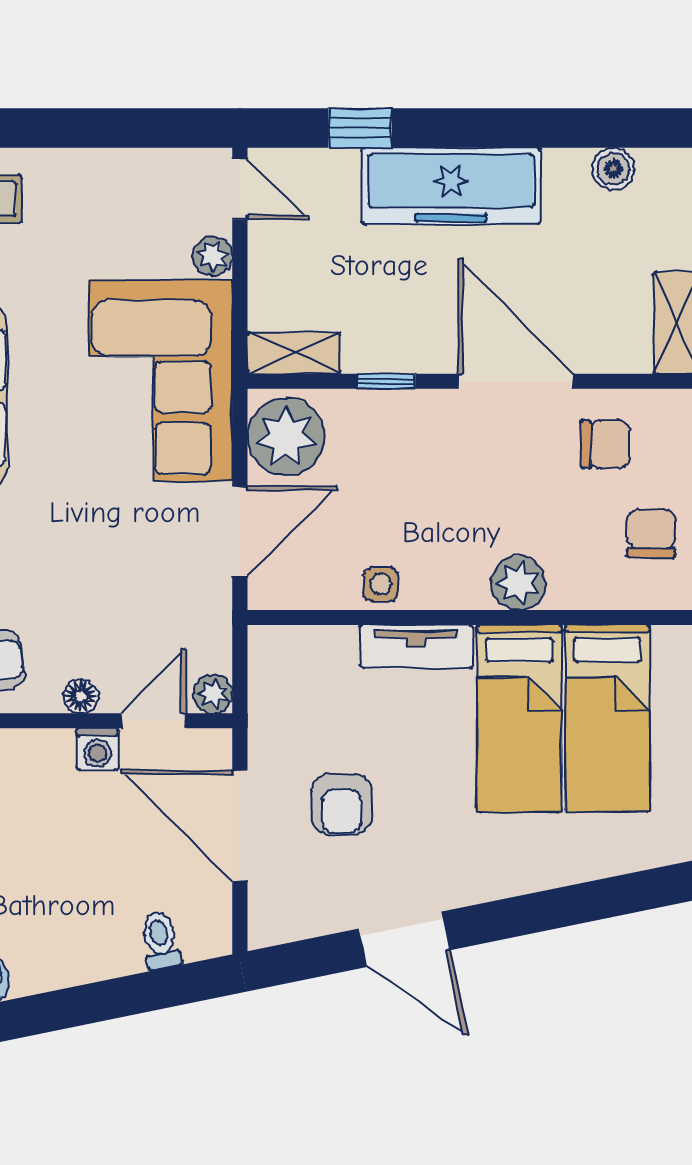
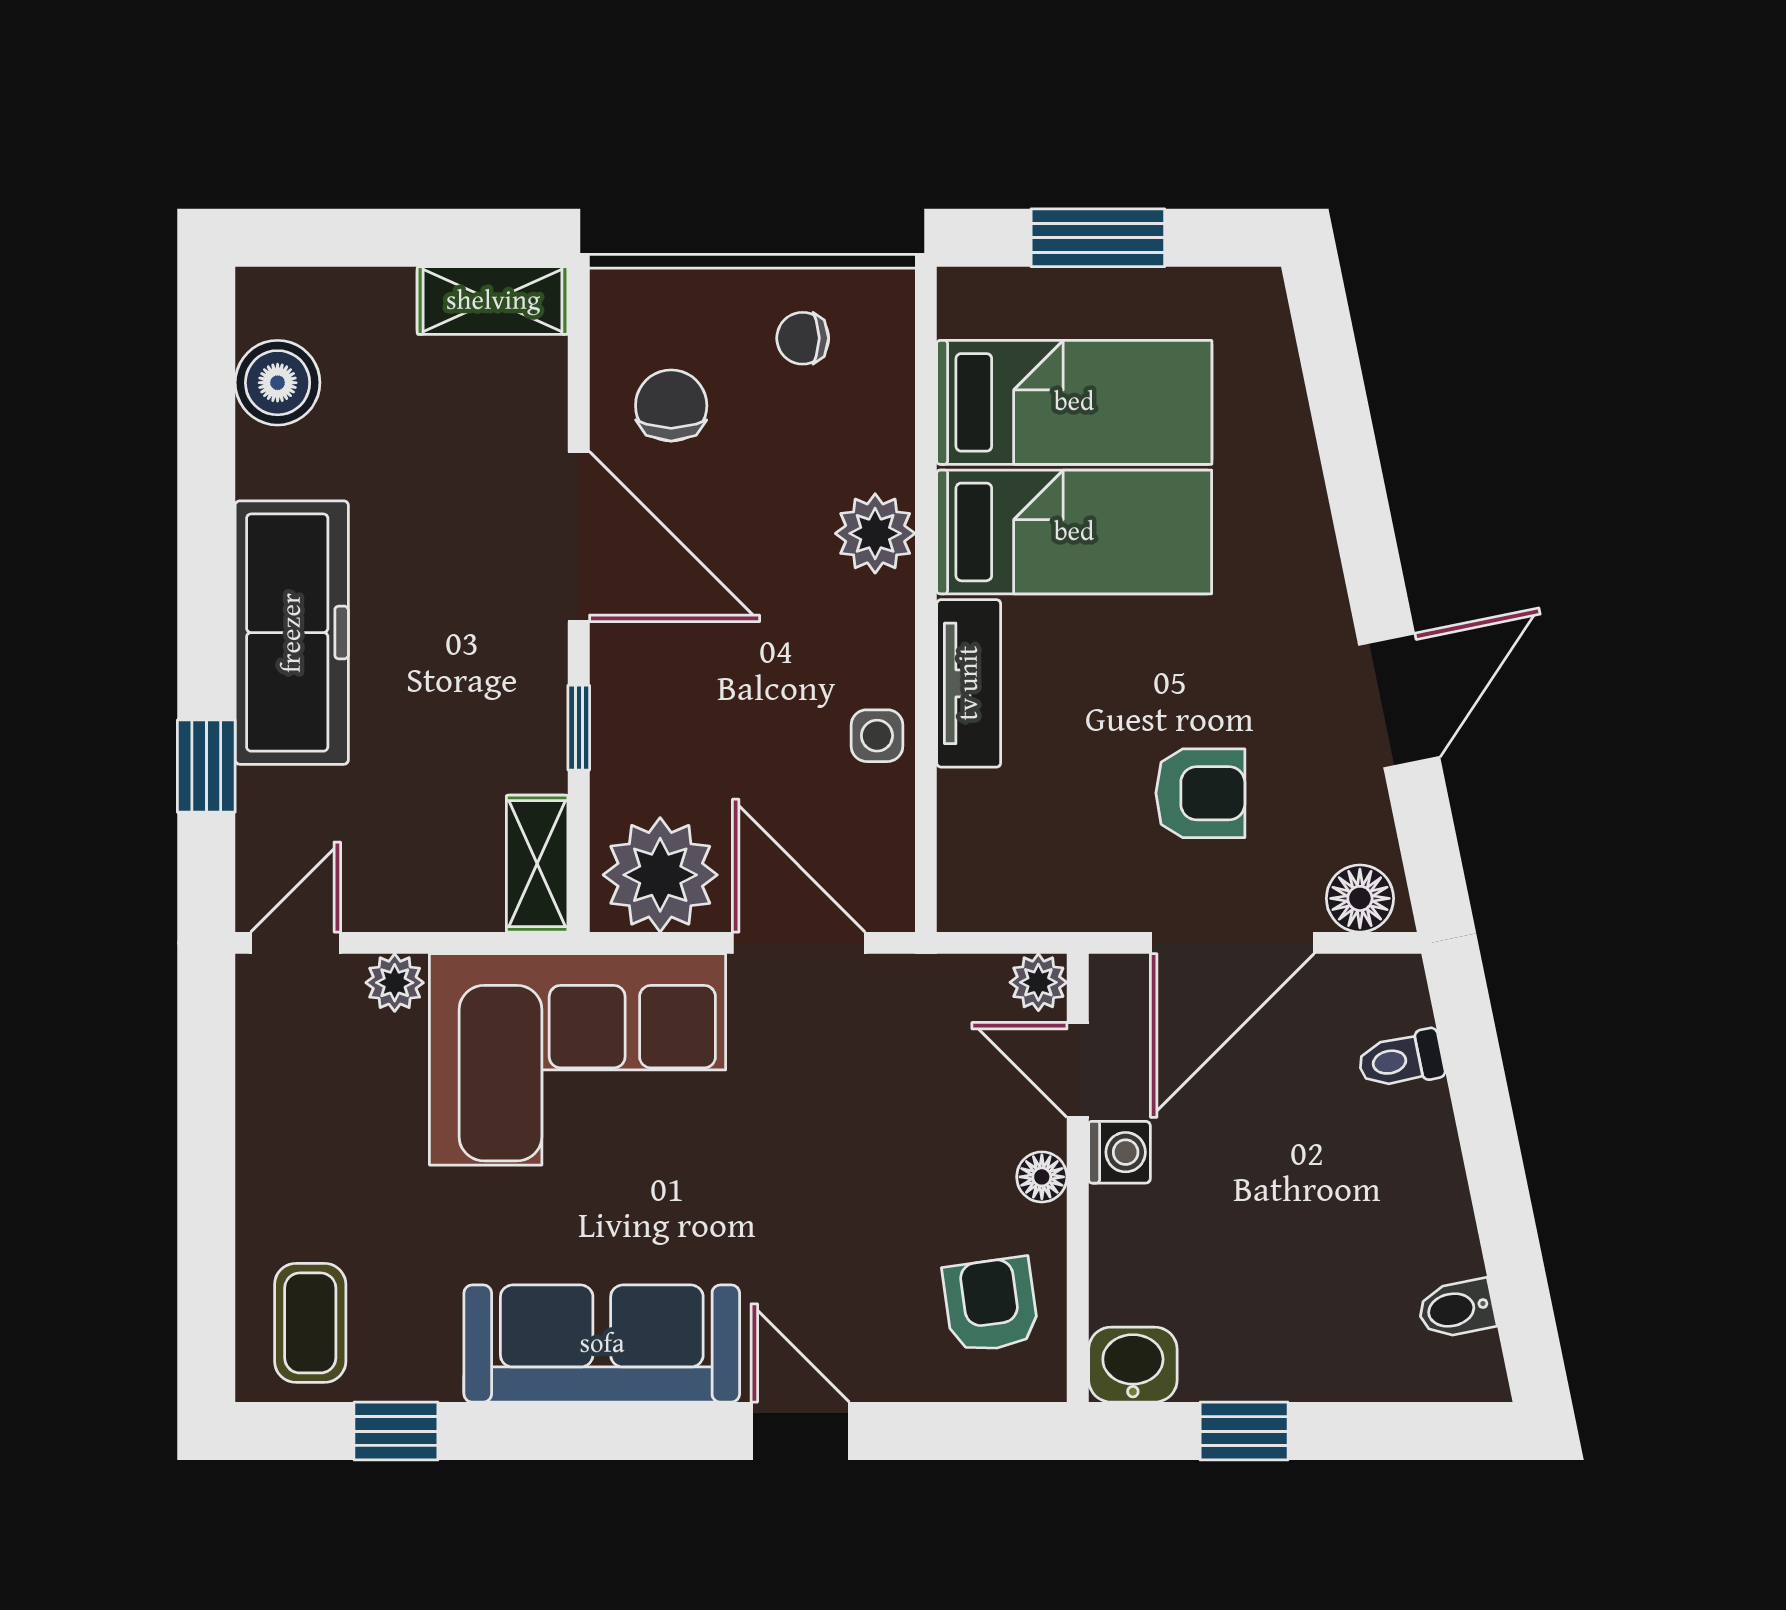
boiler: (613, 169) -> (278, 383), width x1.36, depth x1.36
door: (516, 381) -> (579, 537), swing flipped
chair: (651, 534) -> (803, 338), width x0.73, depth x0.73
floor lamp: (270, 913) -> (1360, 898), added

